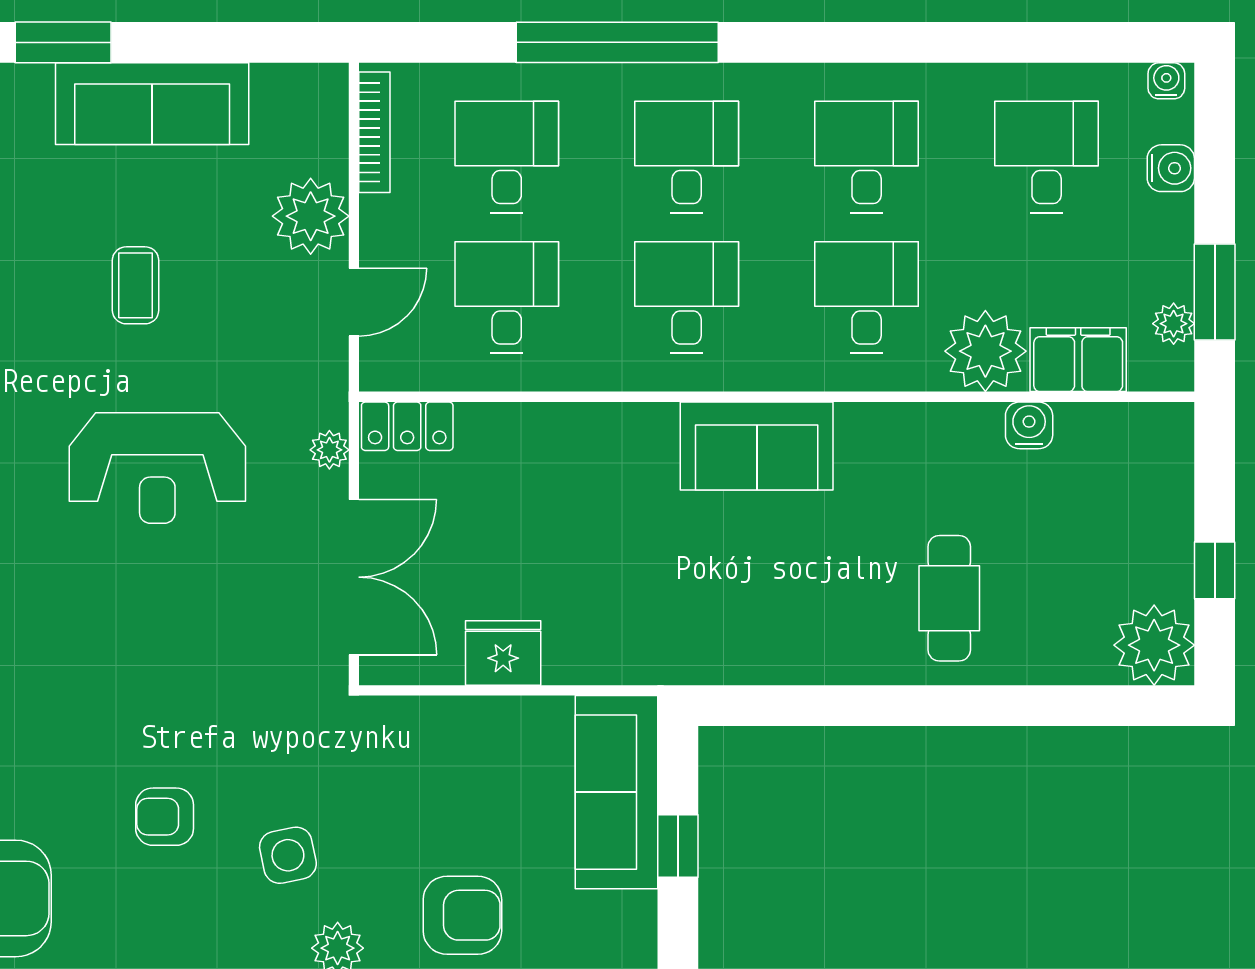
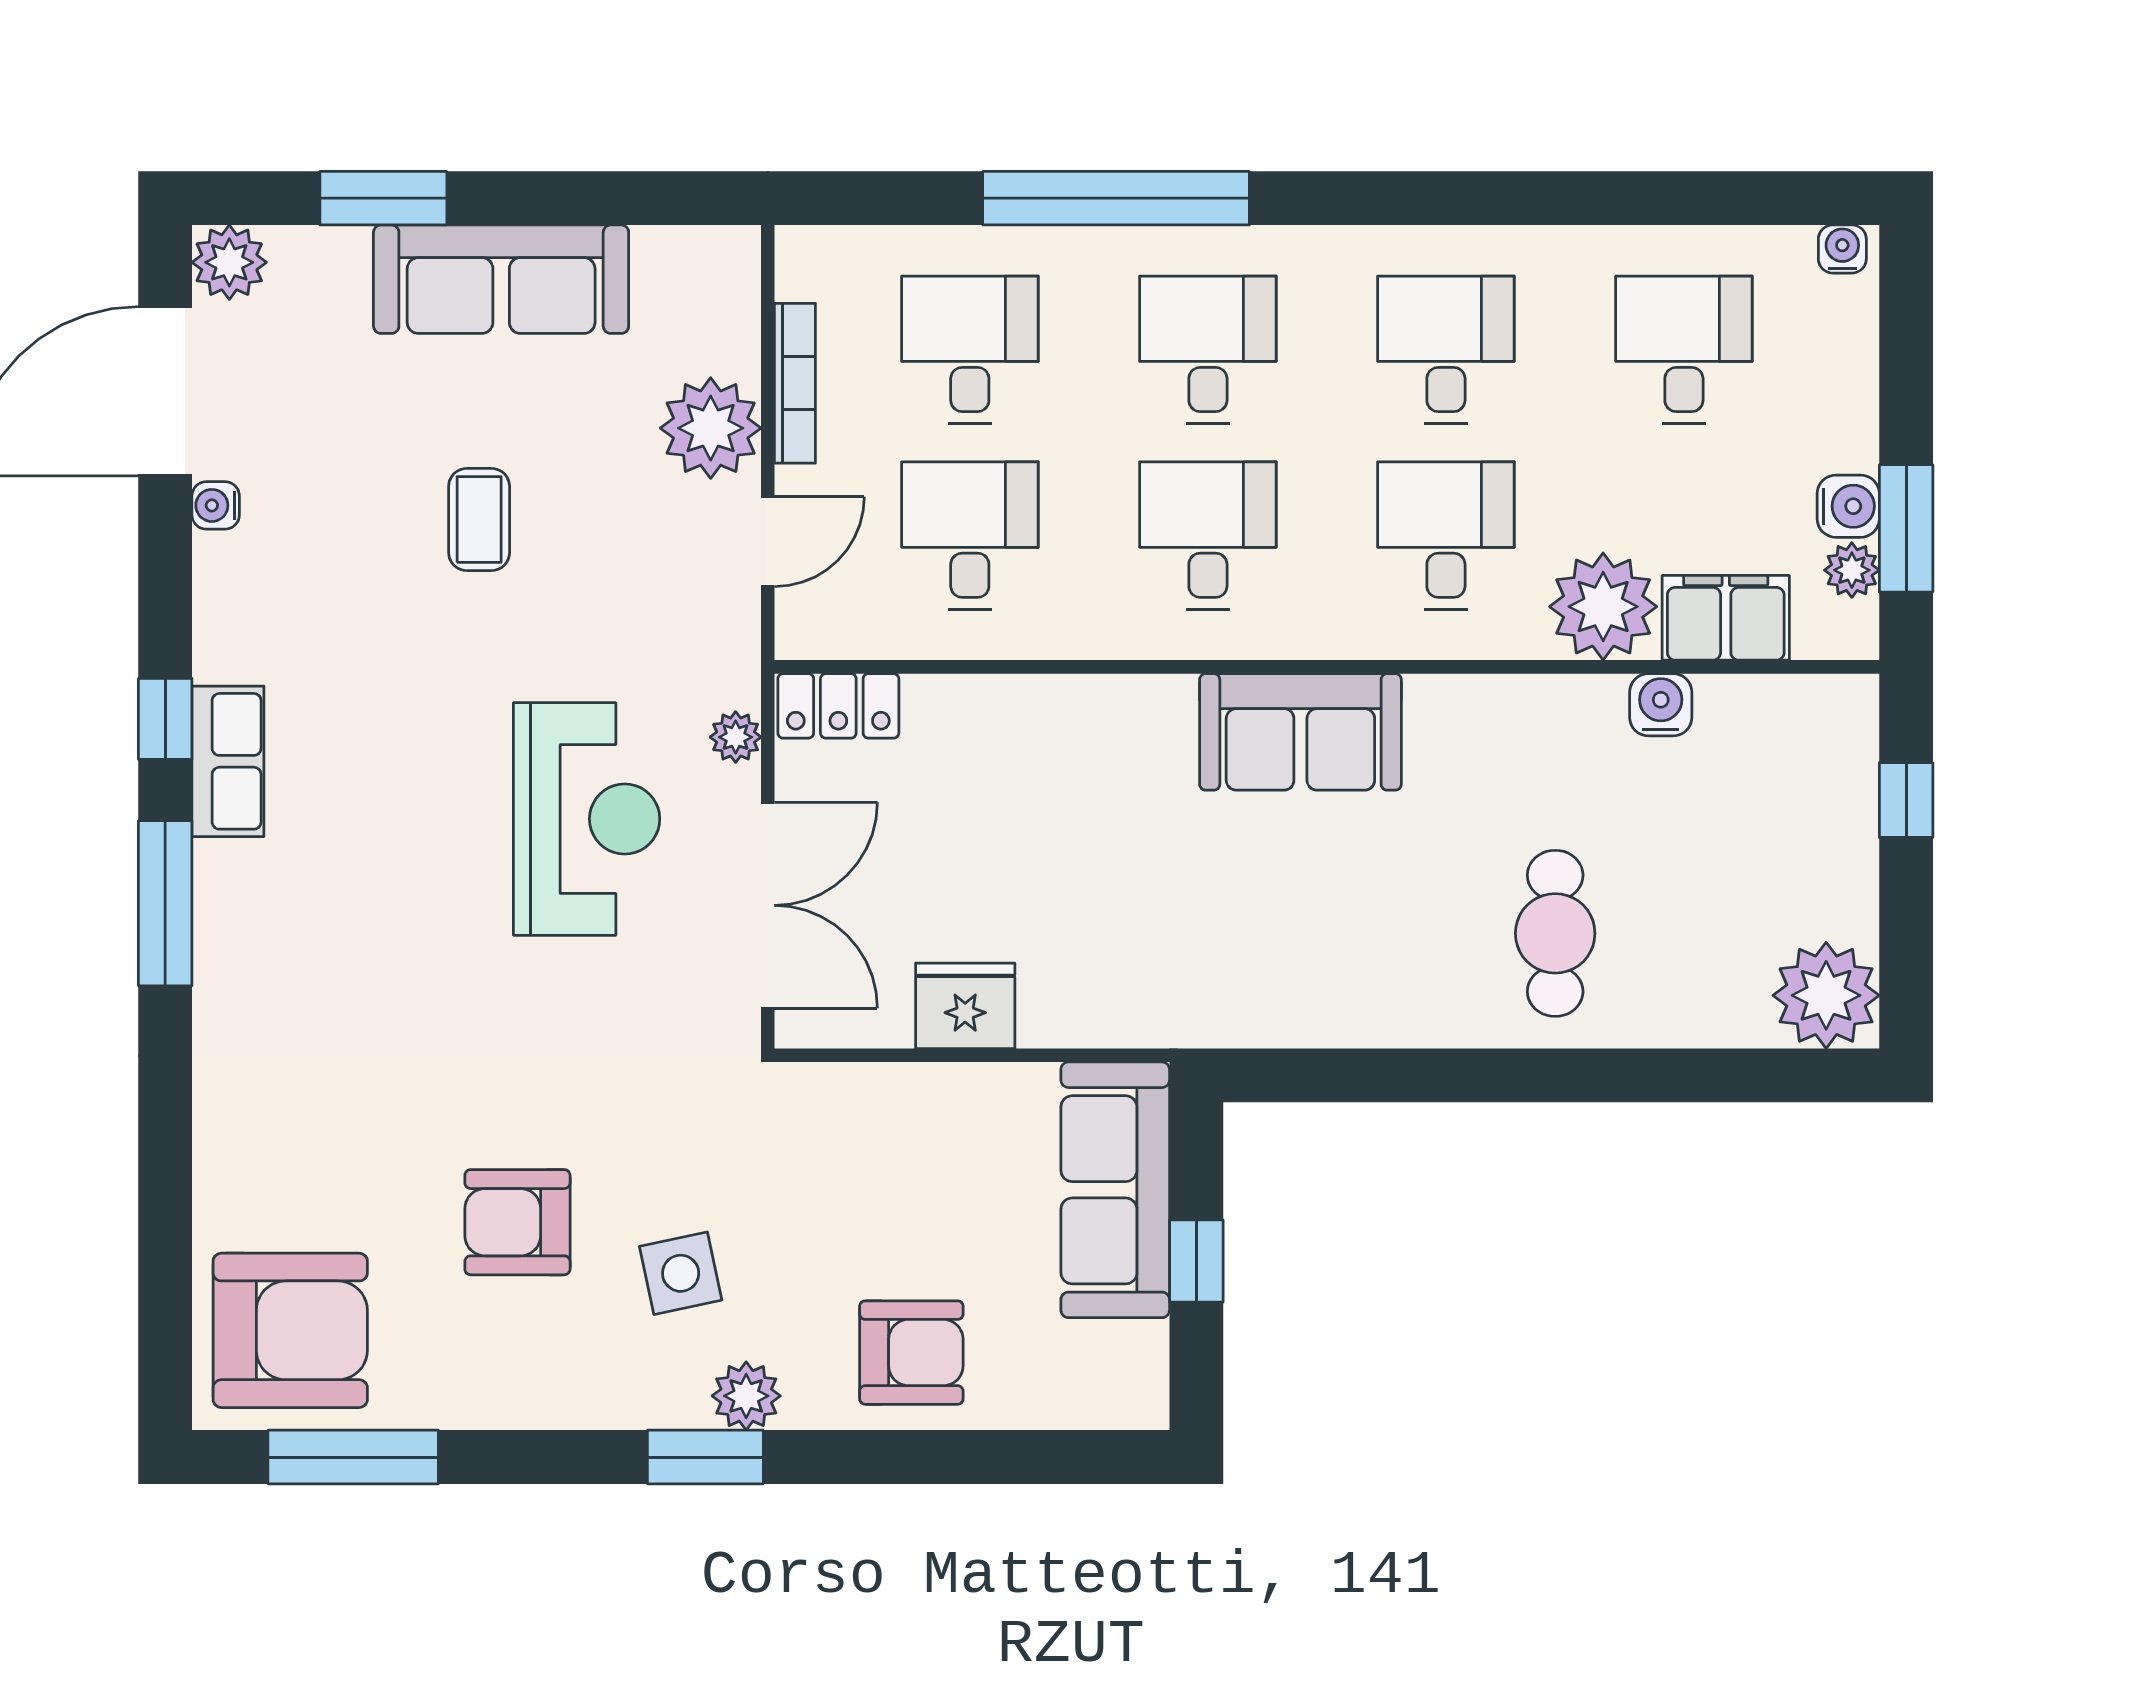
bookcase: (374, 132) -> (795, 383), moved
water cooler: (1171, 168) -> (1848, 506), moved
reception desk: (157, 468) -> (587, 819), moved, turned -90
window: (1215, 570) -> (1906, 800), moved
armchair: (165, 817) -> (517, 1222), width x1.38, depth x1.38

